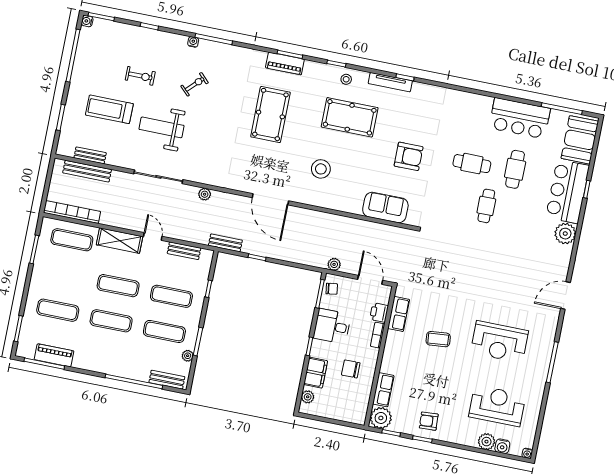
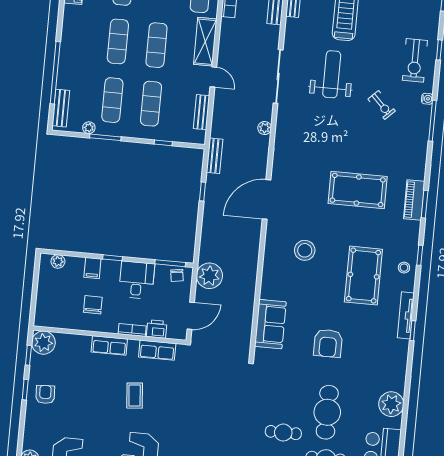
exercise bike: (140, 76) -> (415, 60), moved, width x1.38, depth x1.39
plant: (470, 104) -> (391, 404), added
cafe table: (472, 164) -> (327, 412), width x1.37, depth x1.35
door: (153, 236) -> (213, 77), hinge flipped
plant: (334, 264) -> (209, 276), width x1.87, depth x1.87
filing cabinet: (316, 373) -> (92, 268), width x0.50
row of seats: (383, 390) -> (109, 345), moved

